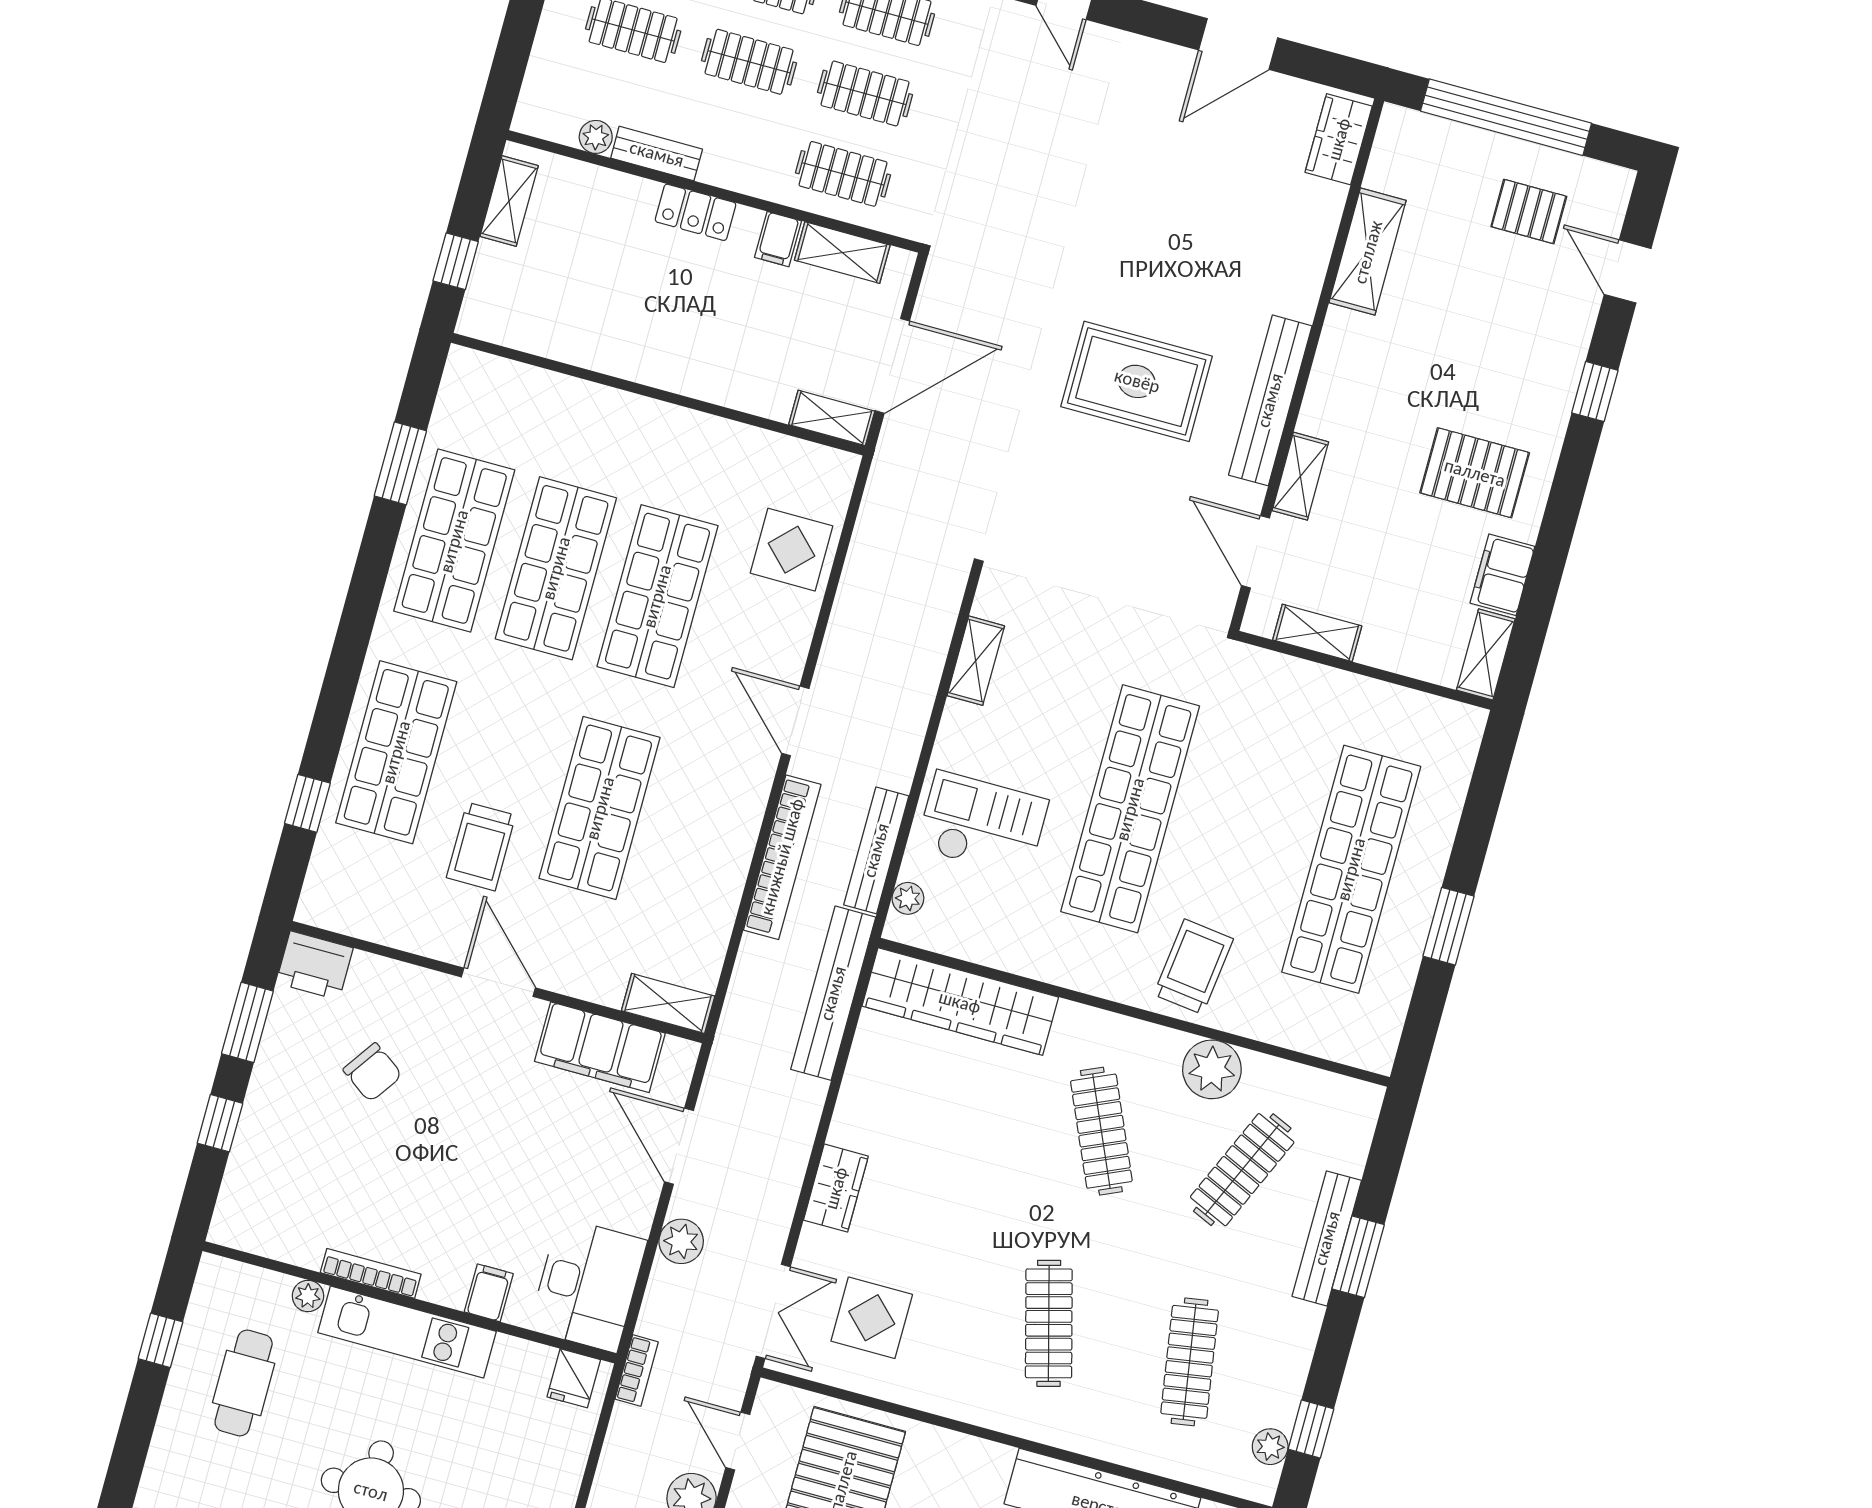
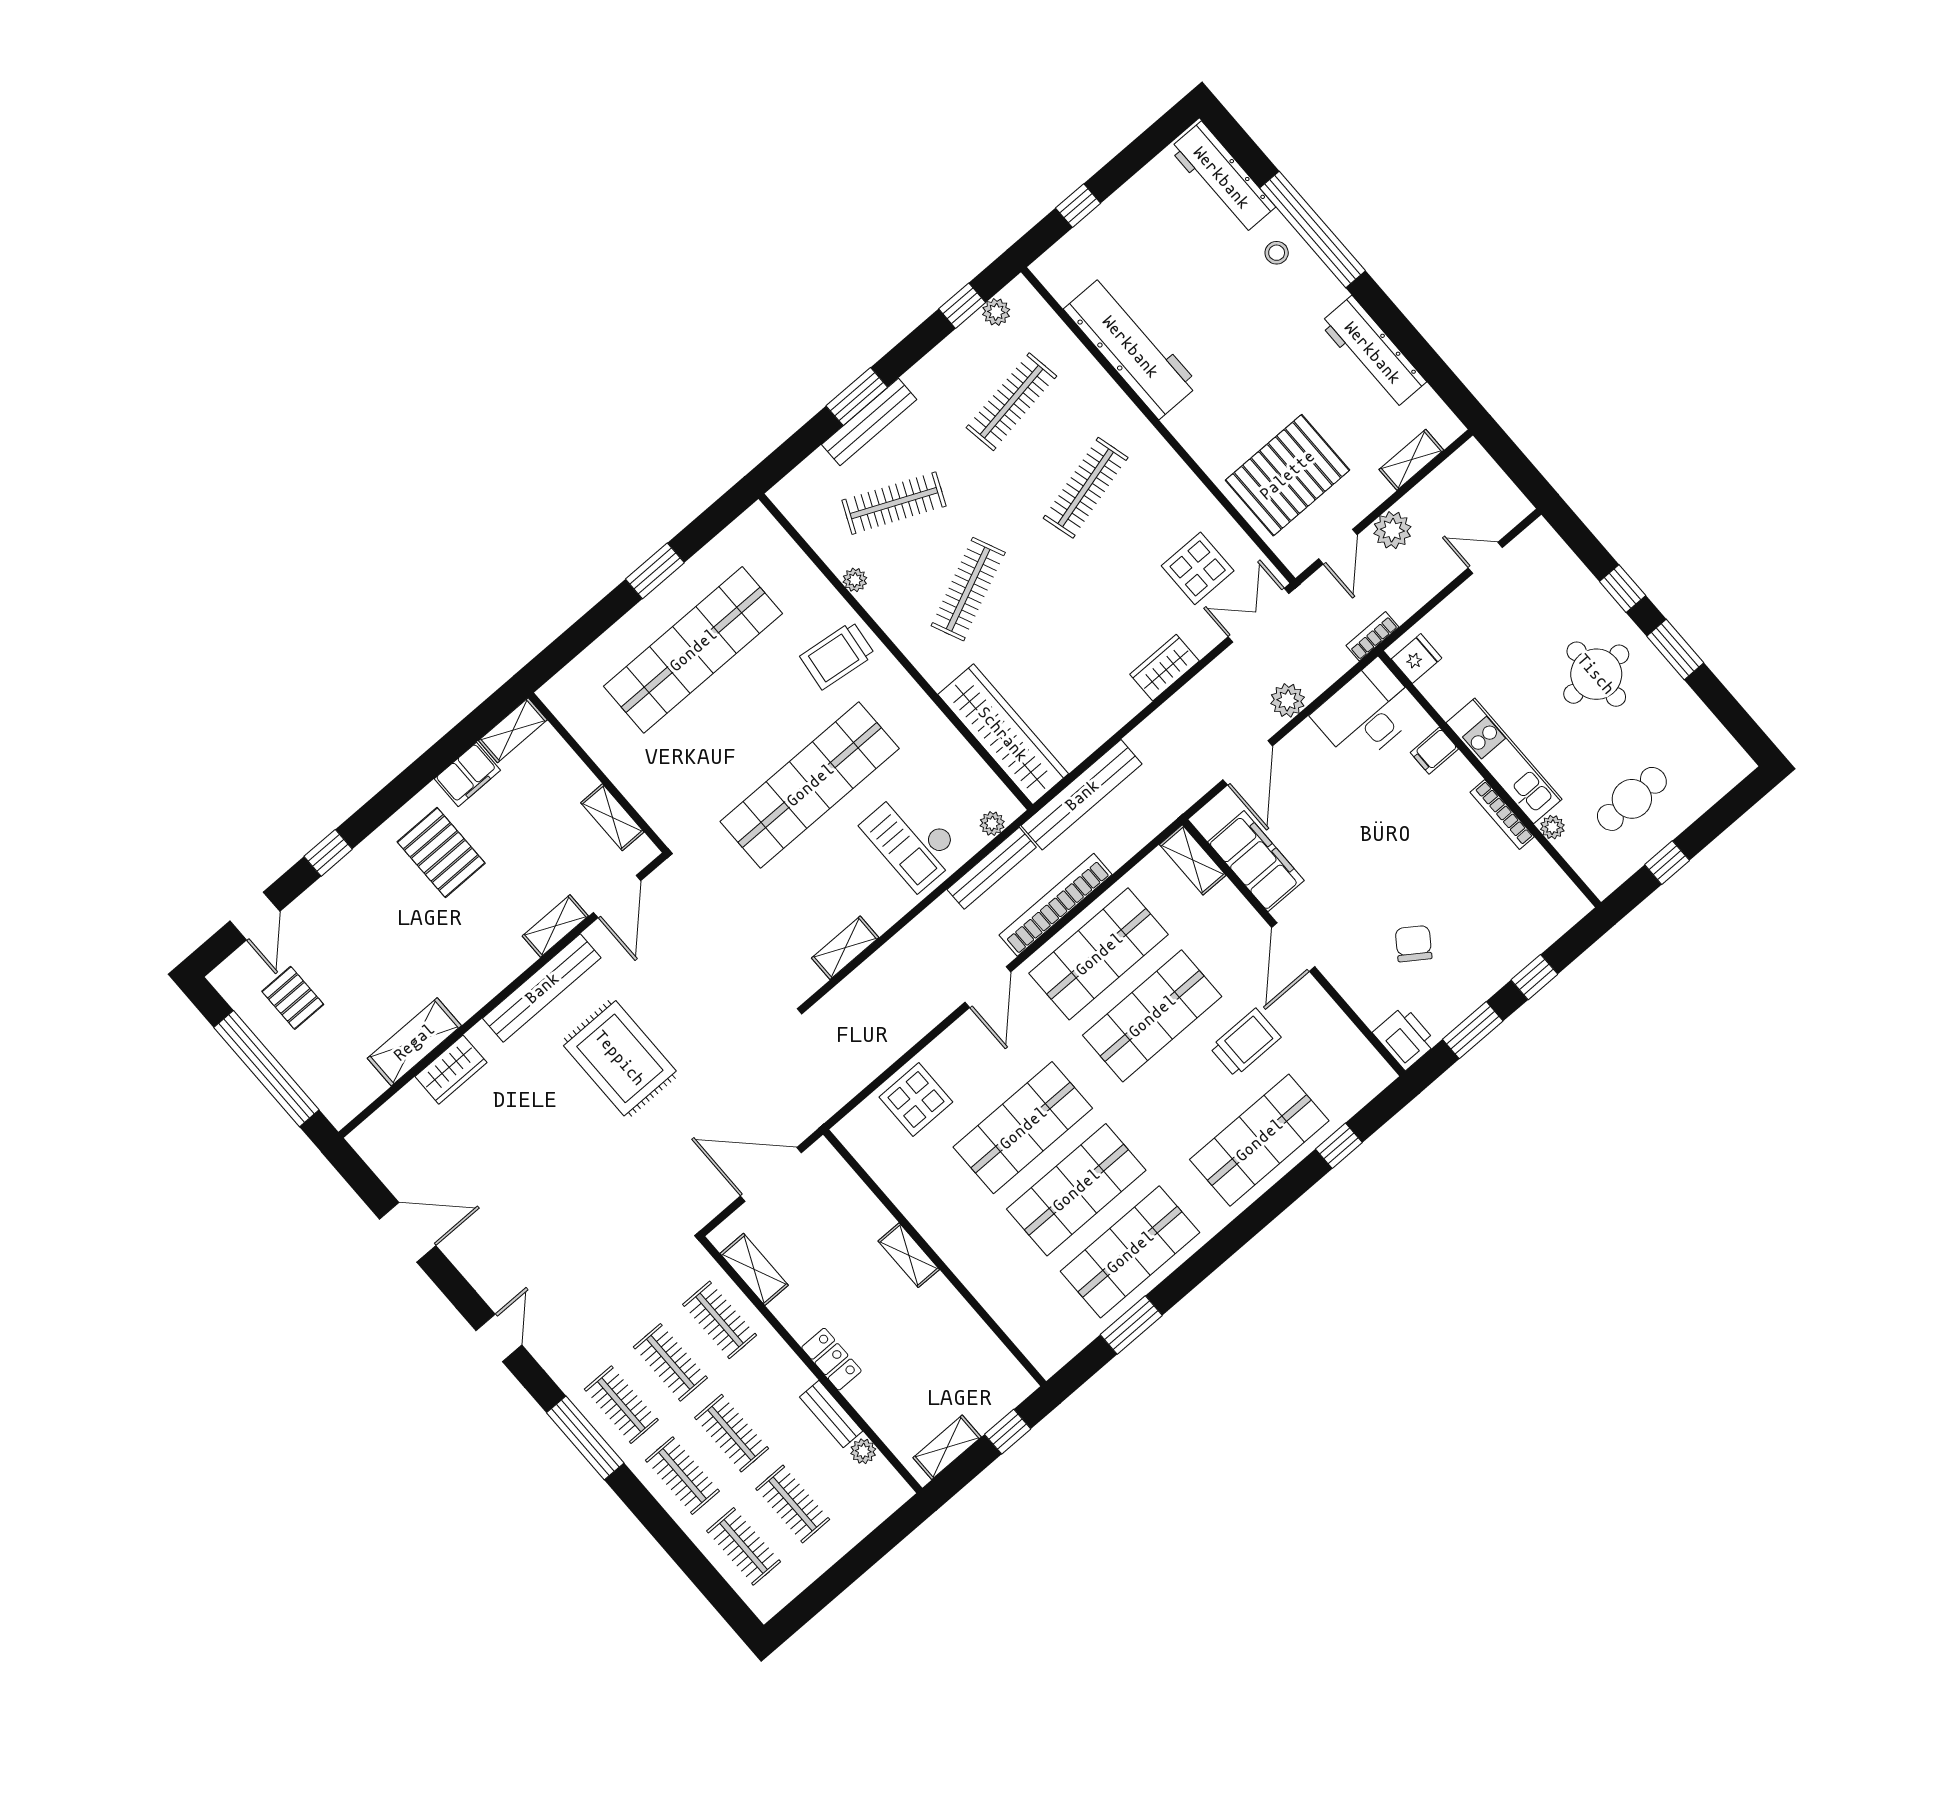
wardrobe: (1339, 139) -> (451, 1070), moved
filing cabinet: (778, 239) -> (790, 1306), removed
shelving: (832, 418) -> (909, 1255), moved
shop shelf: (701, 836) -> (1099, 954), added
plant: (1212, 1069) -> (855, 580), width x0.53, depth x0.53

